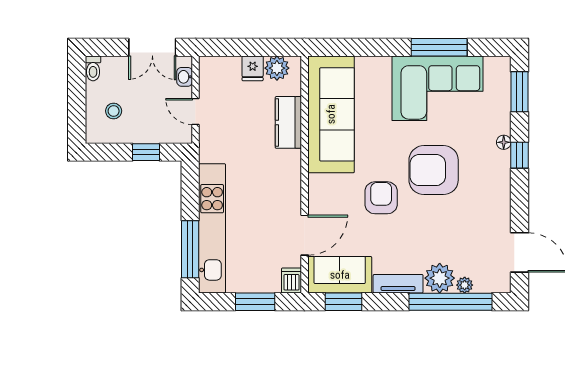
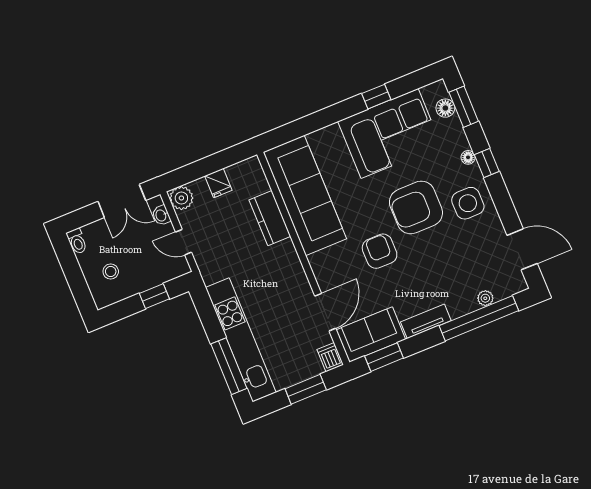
window: (439, 47) -> (376, 97), width x0.46
plant: (277, 68) -> (181, 198), moved
floor lamp: (501, 86) -> (445, 108), added
side table: (485, 186) -> (468, 203), added
plant: (440, 278) -> (461, 301), removed

